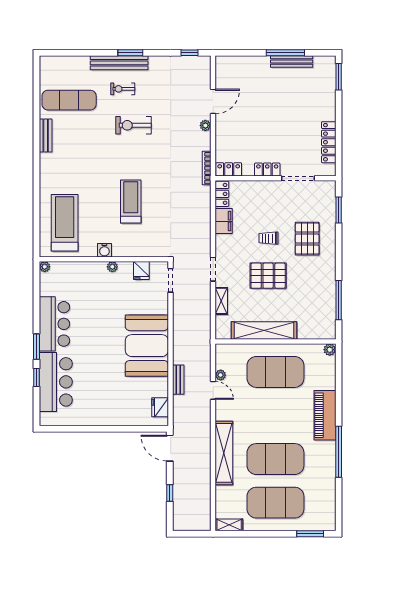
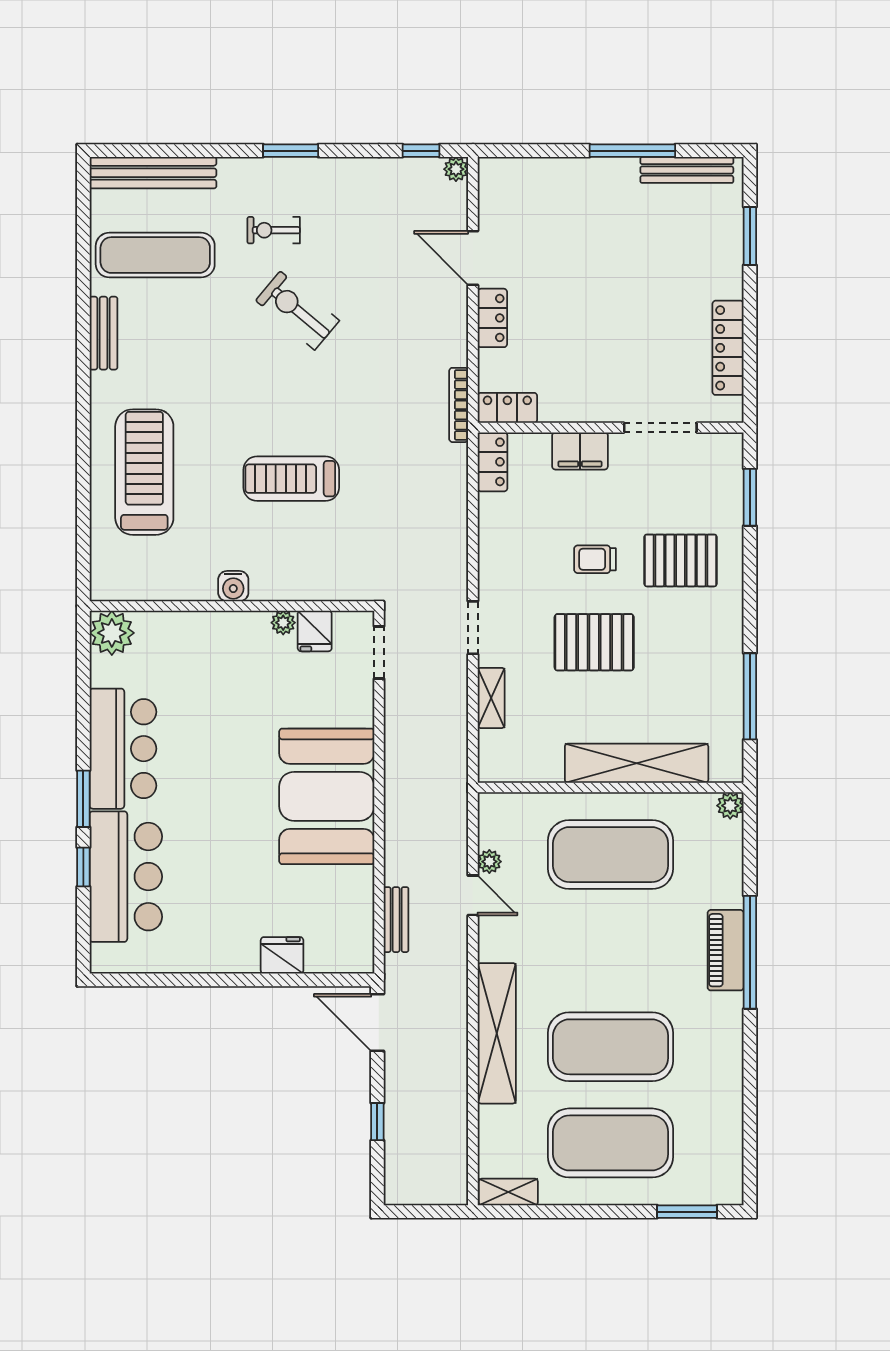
bench: (292, 62) -> (687, 170), moved
bench: (119, 63) -> (153, 173), moved
window: (339, 77) -> (750, 236), moved
door: (213, 101) -> (473, 258), swing flipped
exercise bike: (134, 125) -> (297, 311), turned 40
plant: (205, 125) -> (456, 169), moved
locker: (267, 170) -> (492, 318), moved, turned 90
treadmill: (131, 201) -> (291, 479), turned -90
filing cabinet: (224, 221) -> (580, 451), moved, turned 90
treadmill: (65, 223) -> (144, 472), moved
pallet: (307, 239) -> (681, 560), turned 90
plant: (45, 267) -> (112, 633), width x1.88, depth x1.88
plant: (112, 267) -> (283, 623), moved
shelving: (264, 331) -> (637, 763), moved
bench: (178, 380) -> (396, 920), moved
fridge: (160, 407) -> (282, 955), moved, turned 90
piano: (325, 415) -> (726, 950), width x0.73, depth x0.75
window: (339, 452) -> (750, 952), moved

